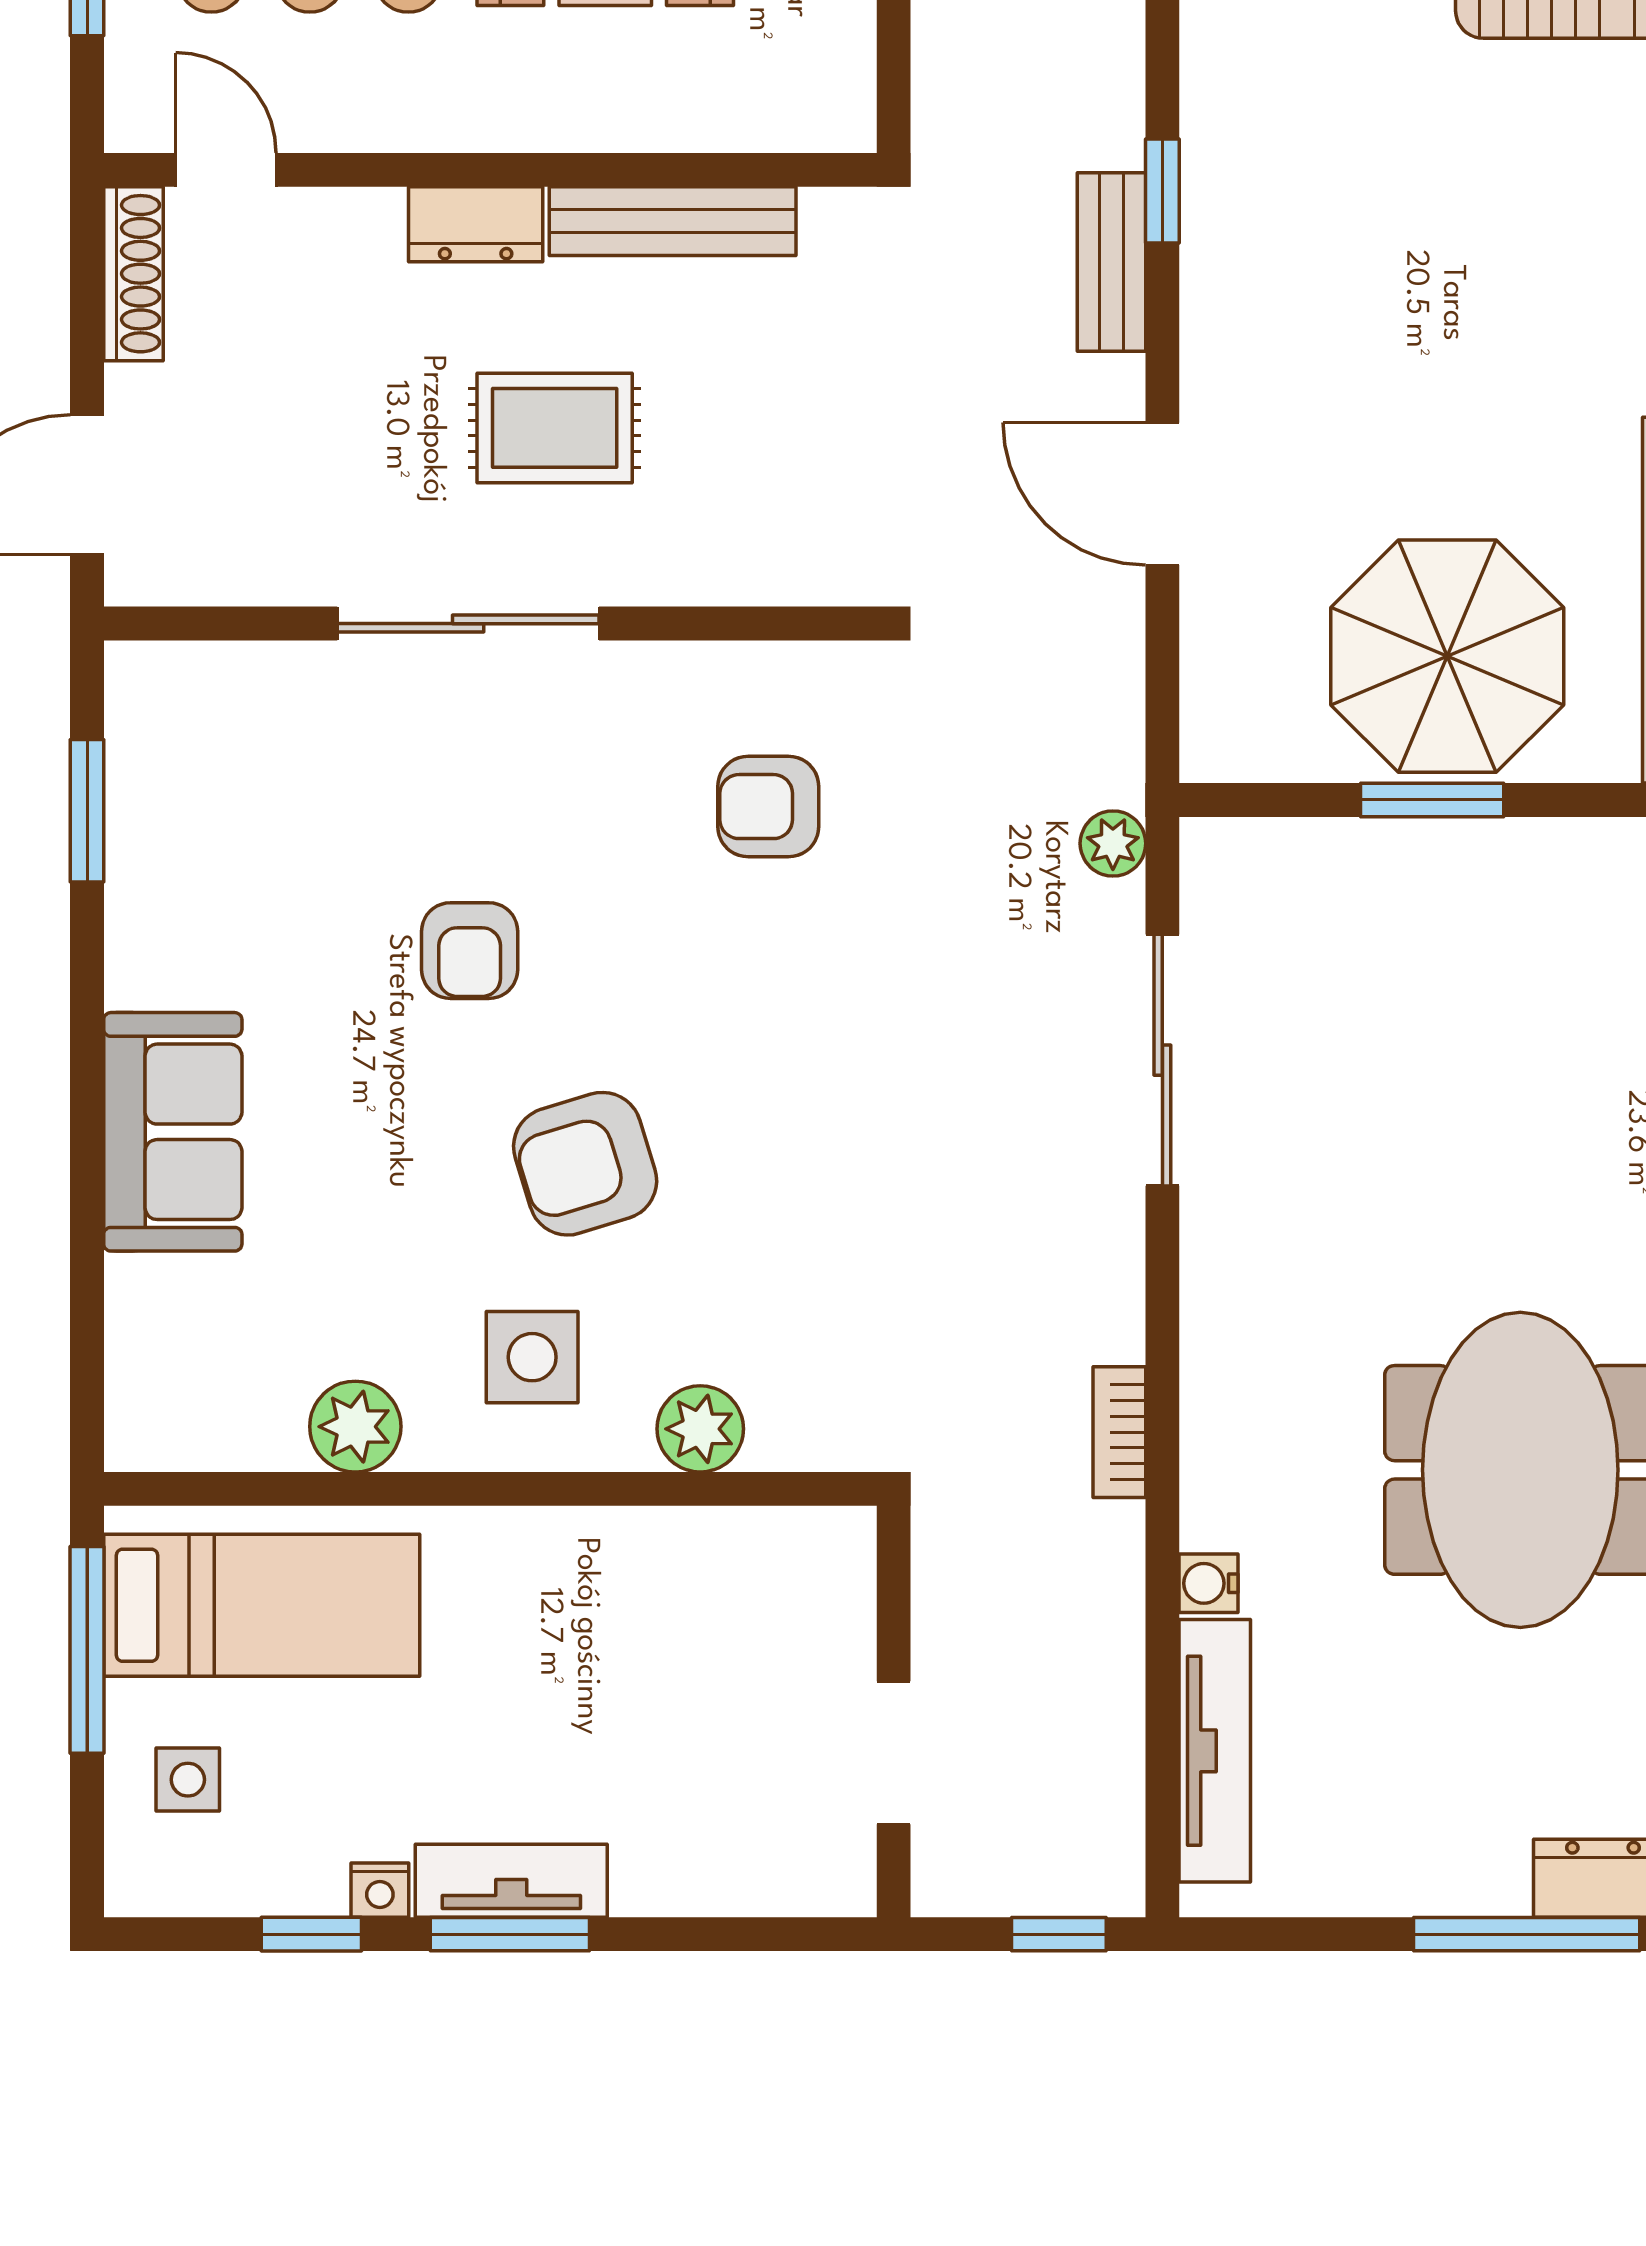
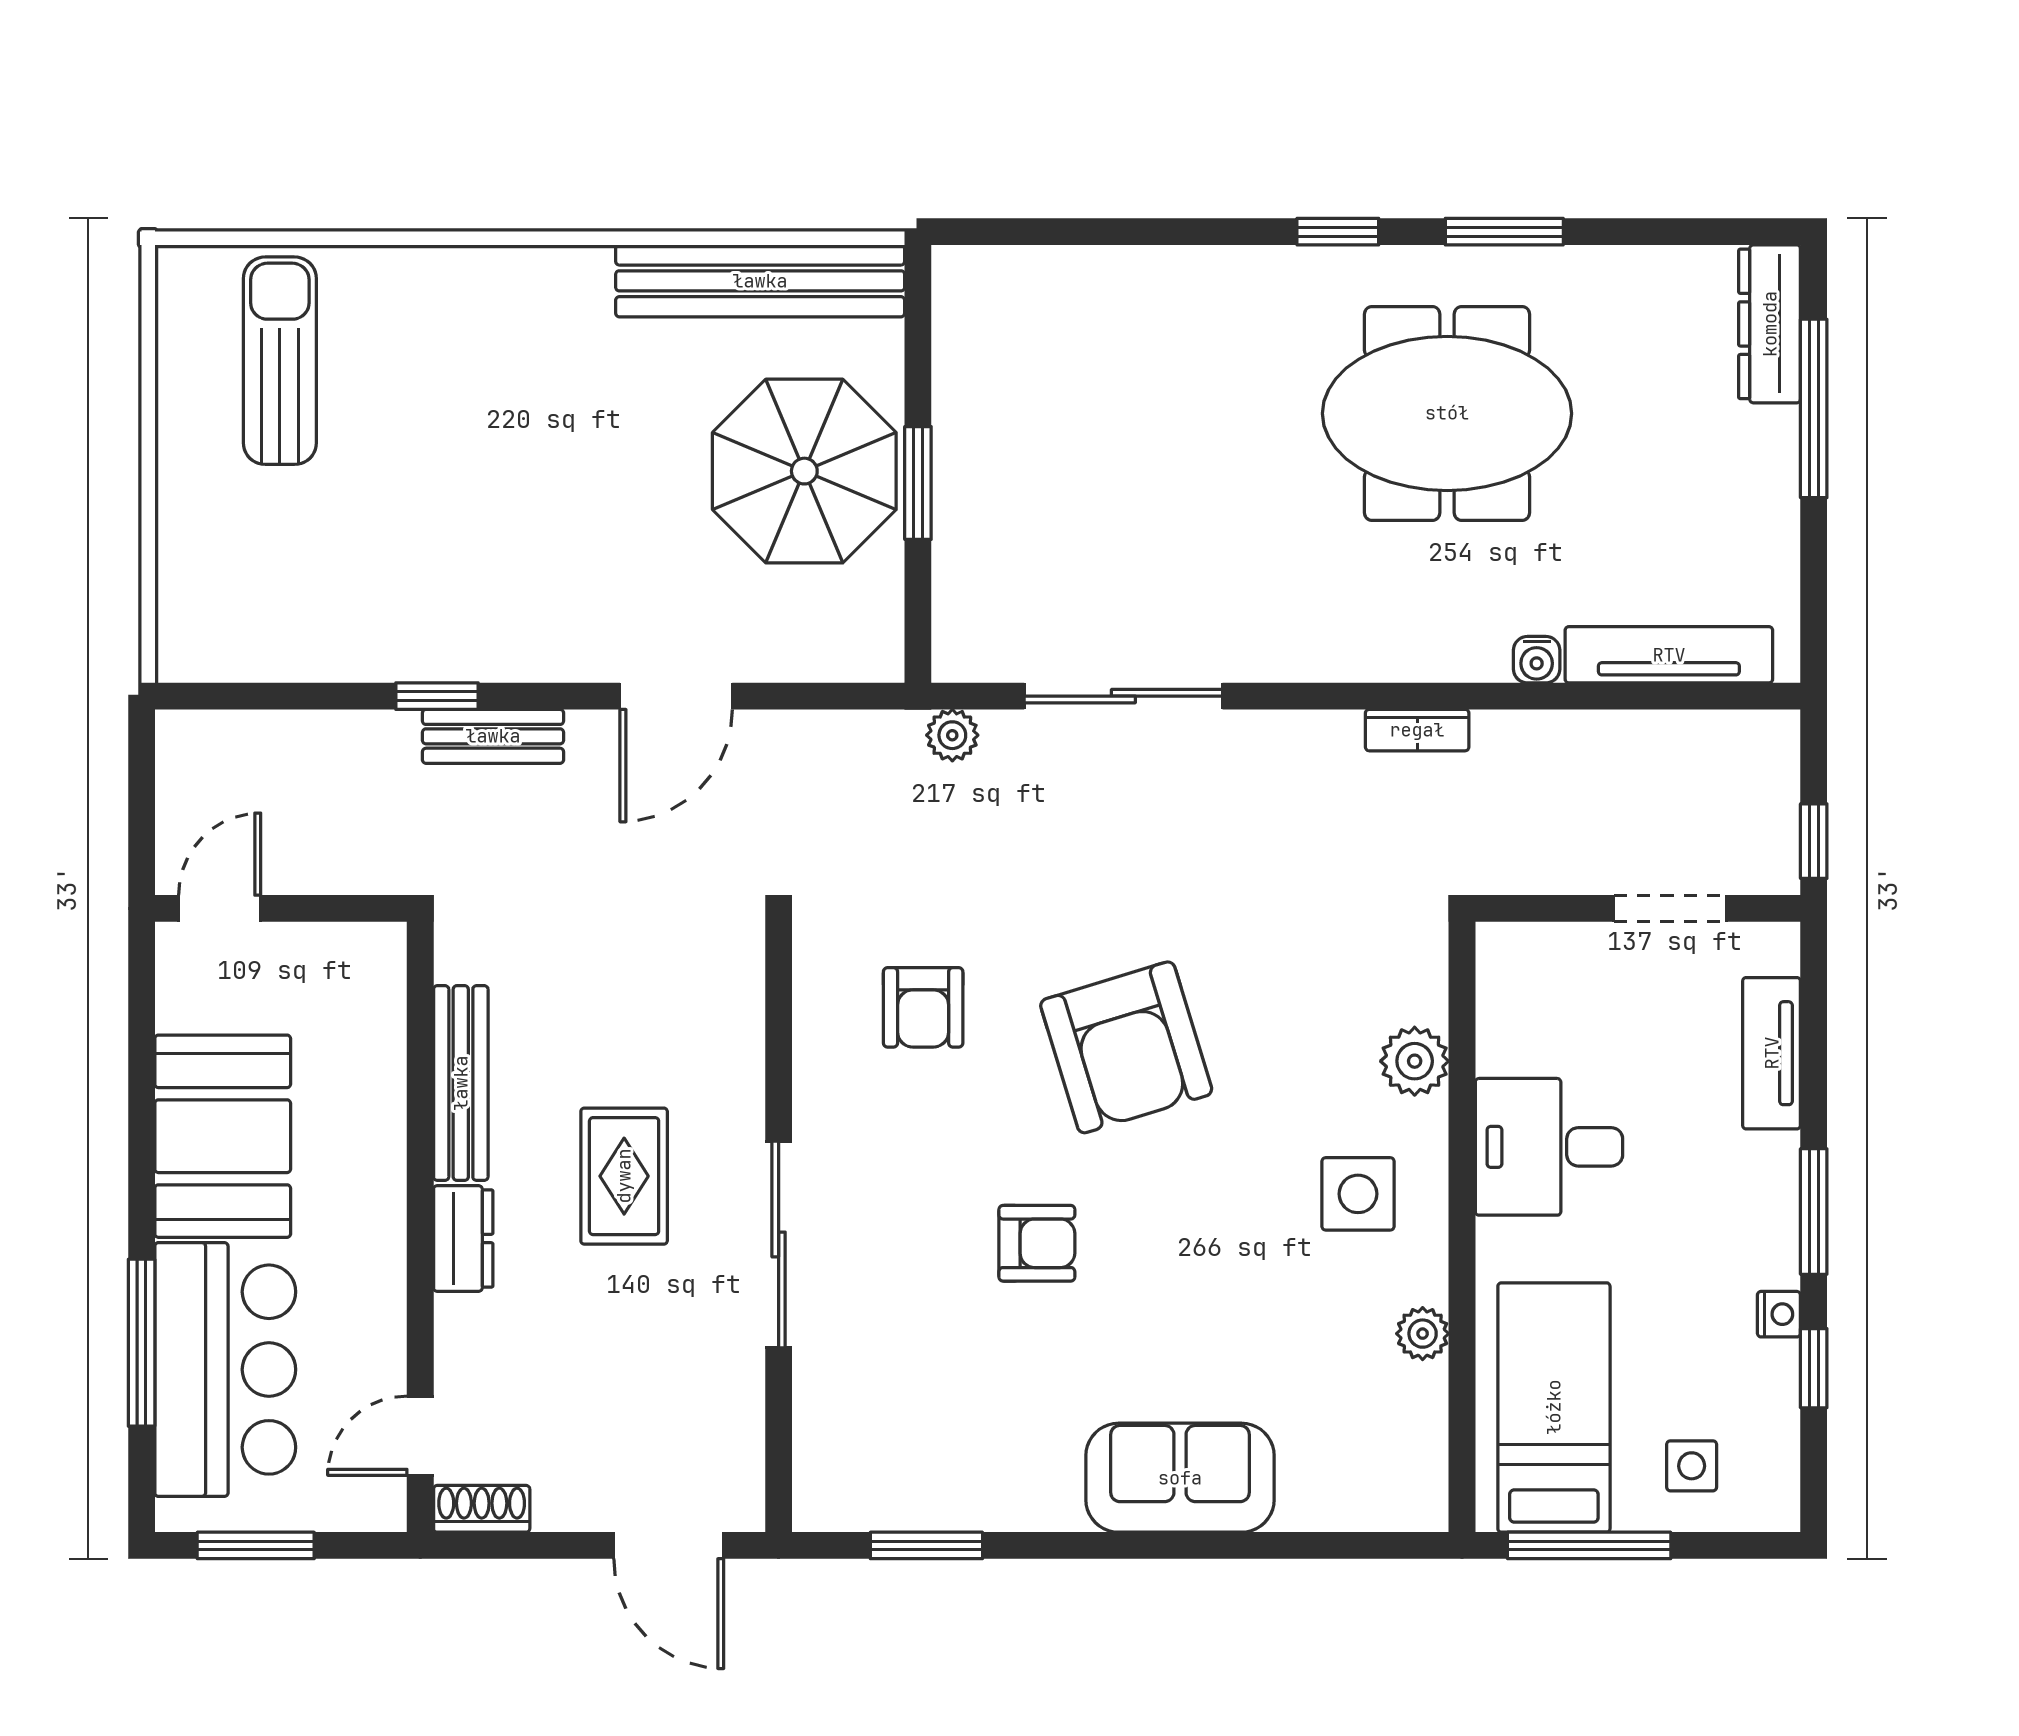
shoe rack: (133, 274) -> (482, 1509), width x0.70
armchair: (585, 1164) -> (1126, 1047), moved, width x1.36, depth x1.36
plant: (355, 1427) -> (1423, 1334), width x0.73, depth x0.73
desk: (592, 1599) -> (1549, 1147), added
tv unit: (511, 1881) -> (1772, 1053), moved
window: (1059, 1934) -> (1814, 841), moved

